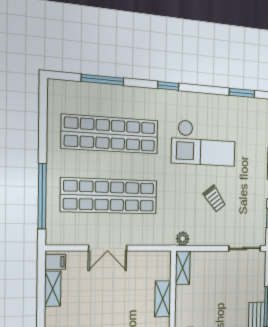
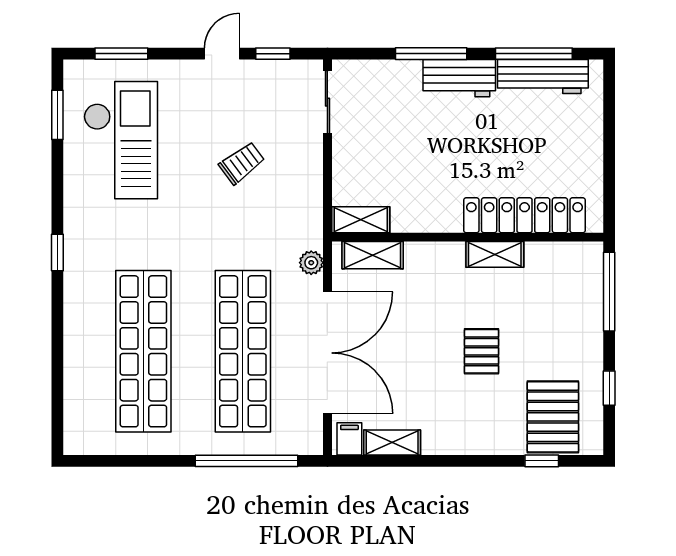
window: (103, 80) -> (57, 366), removed
checkout: (204, 143) -> (121, 140), moved
plant: (183, 239) -> (311, 263), moved
double door: (108, 248) -> (327, 353), width x1.87
shelving: (163, 299) -> (373, 255), moved

